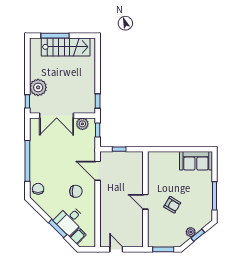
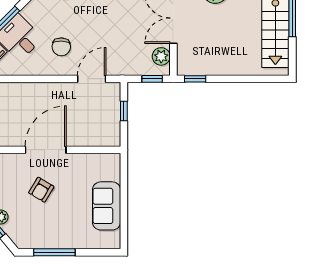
sofa: (196, 161) -> (107, 206), moved
door: (145, 202) -> (46, 150), width x1.88

